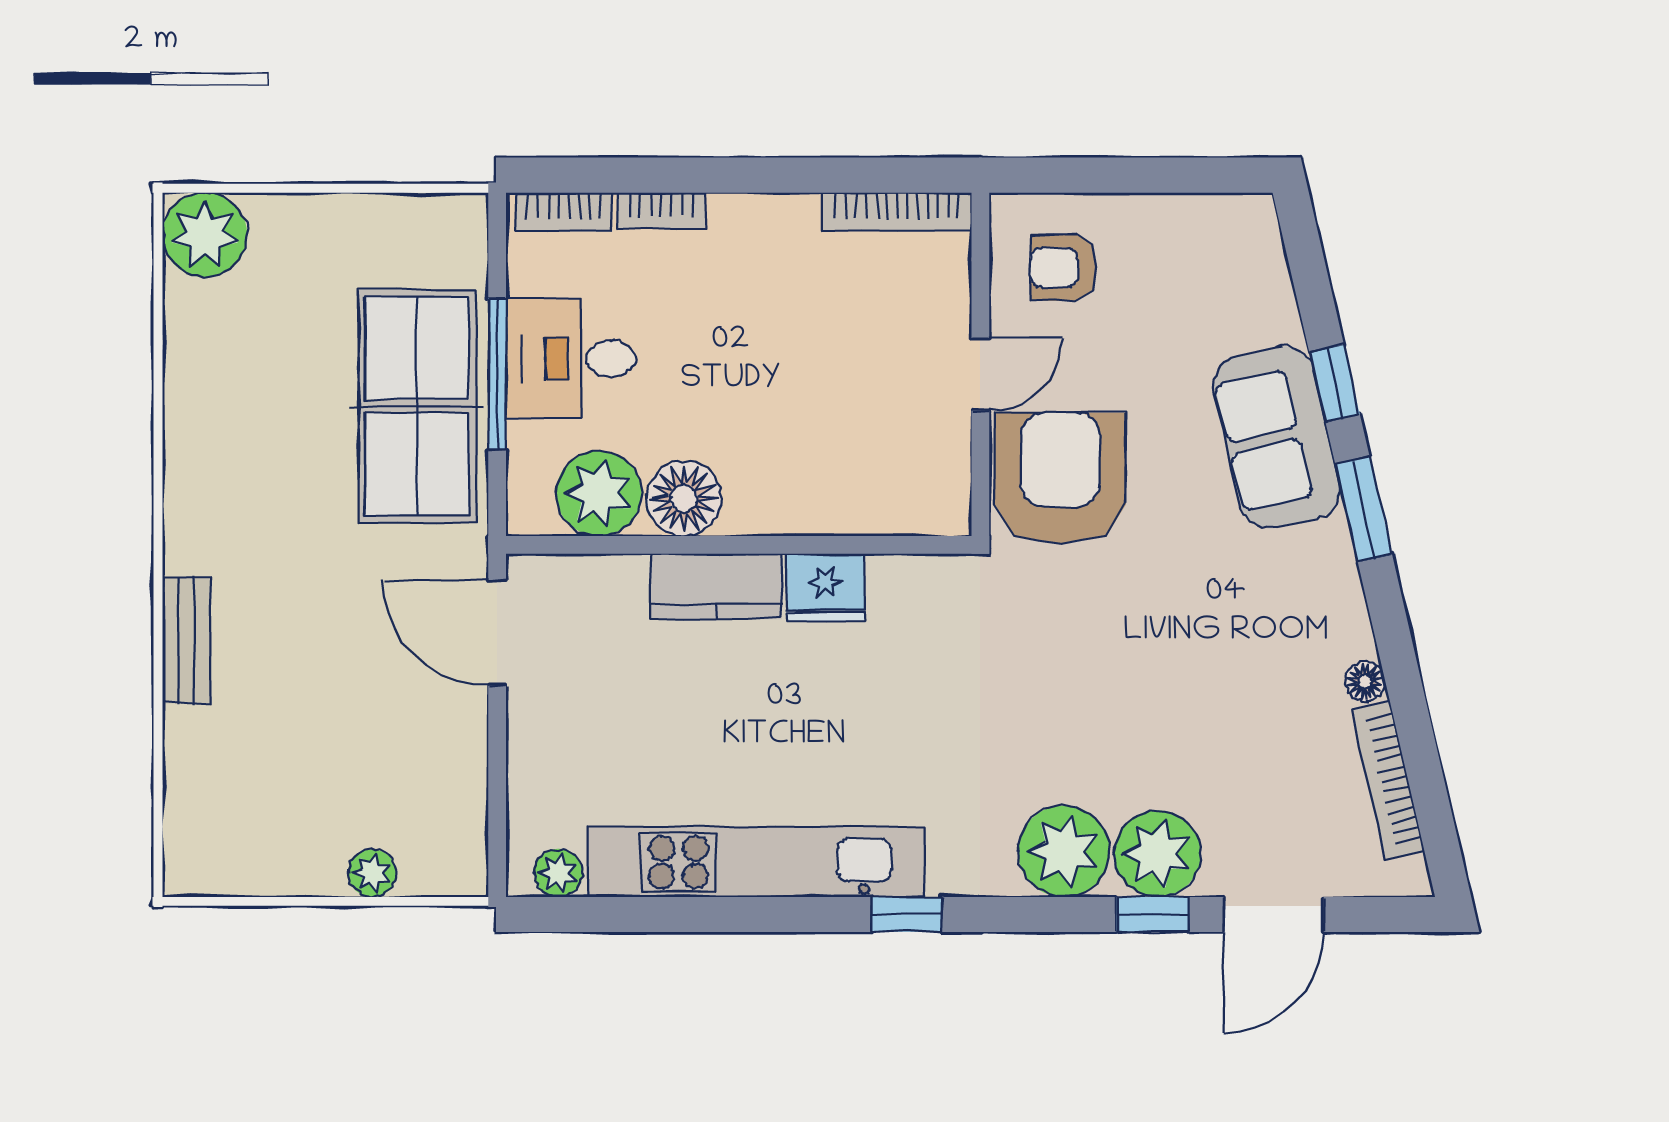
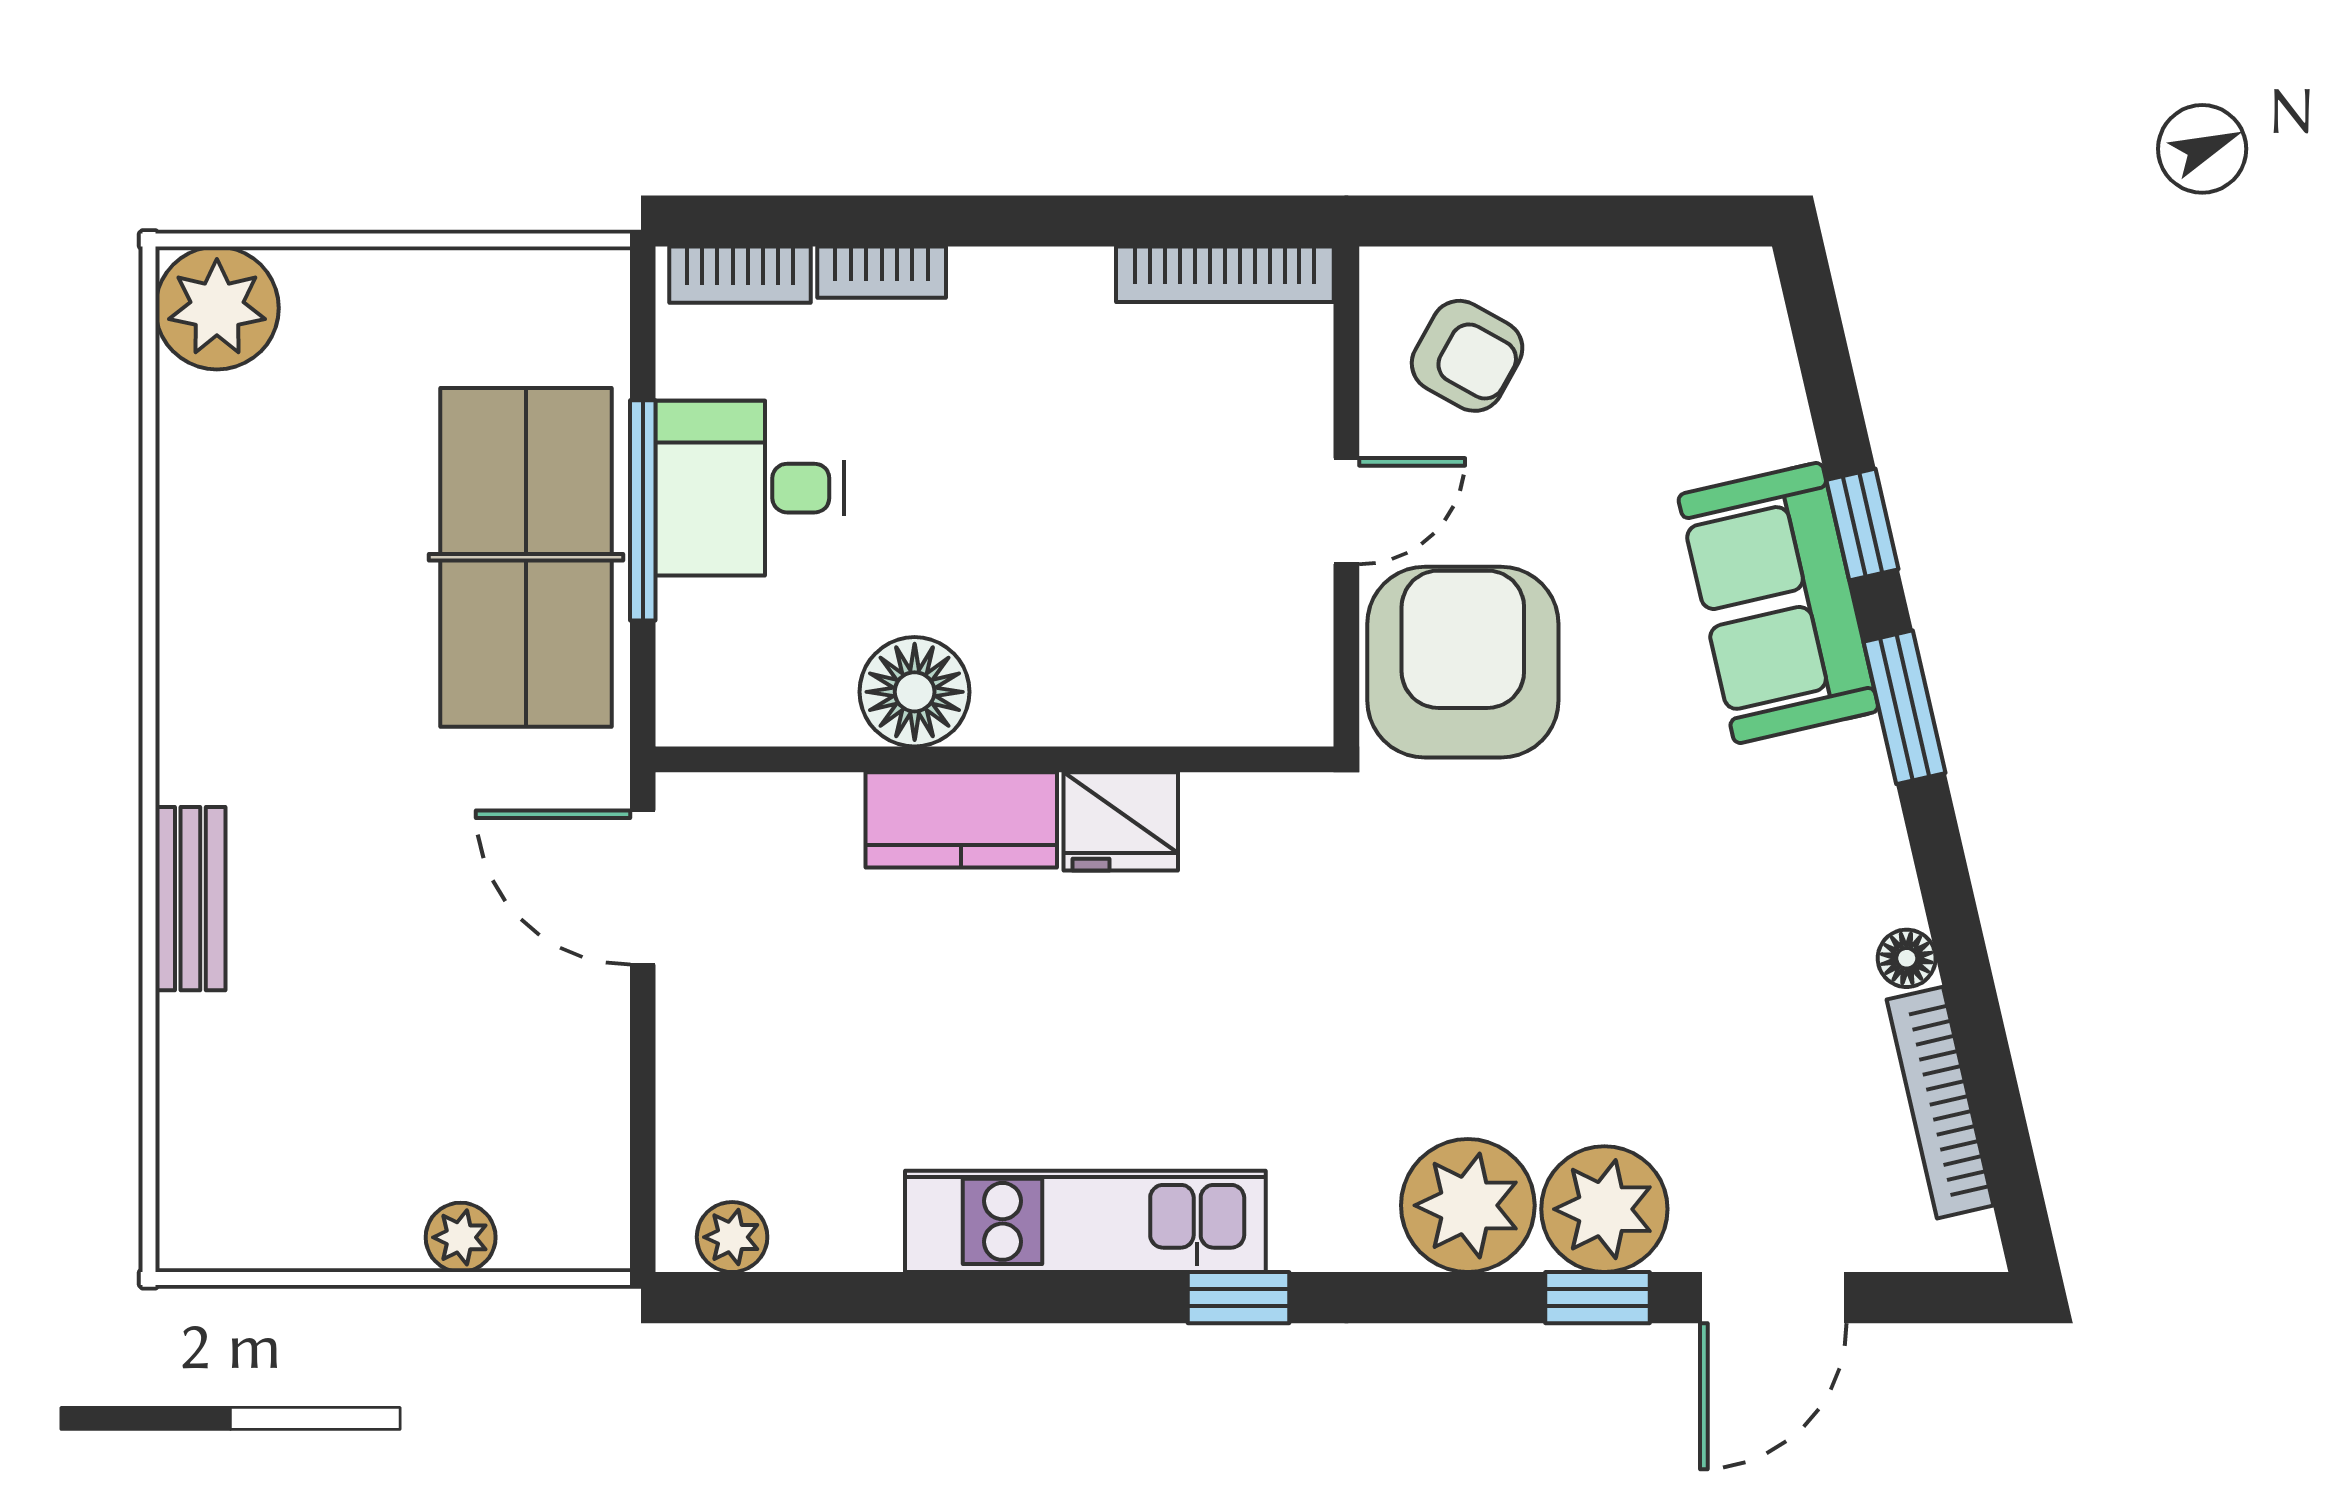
armchair: (1063, 268) -> (1467, 356), turned -151
plant: (599, 493) -> (791, 684), removed
kitchen unit: (756, 862) -> (1085, 1221), width x0.73

